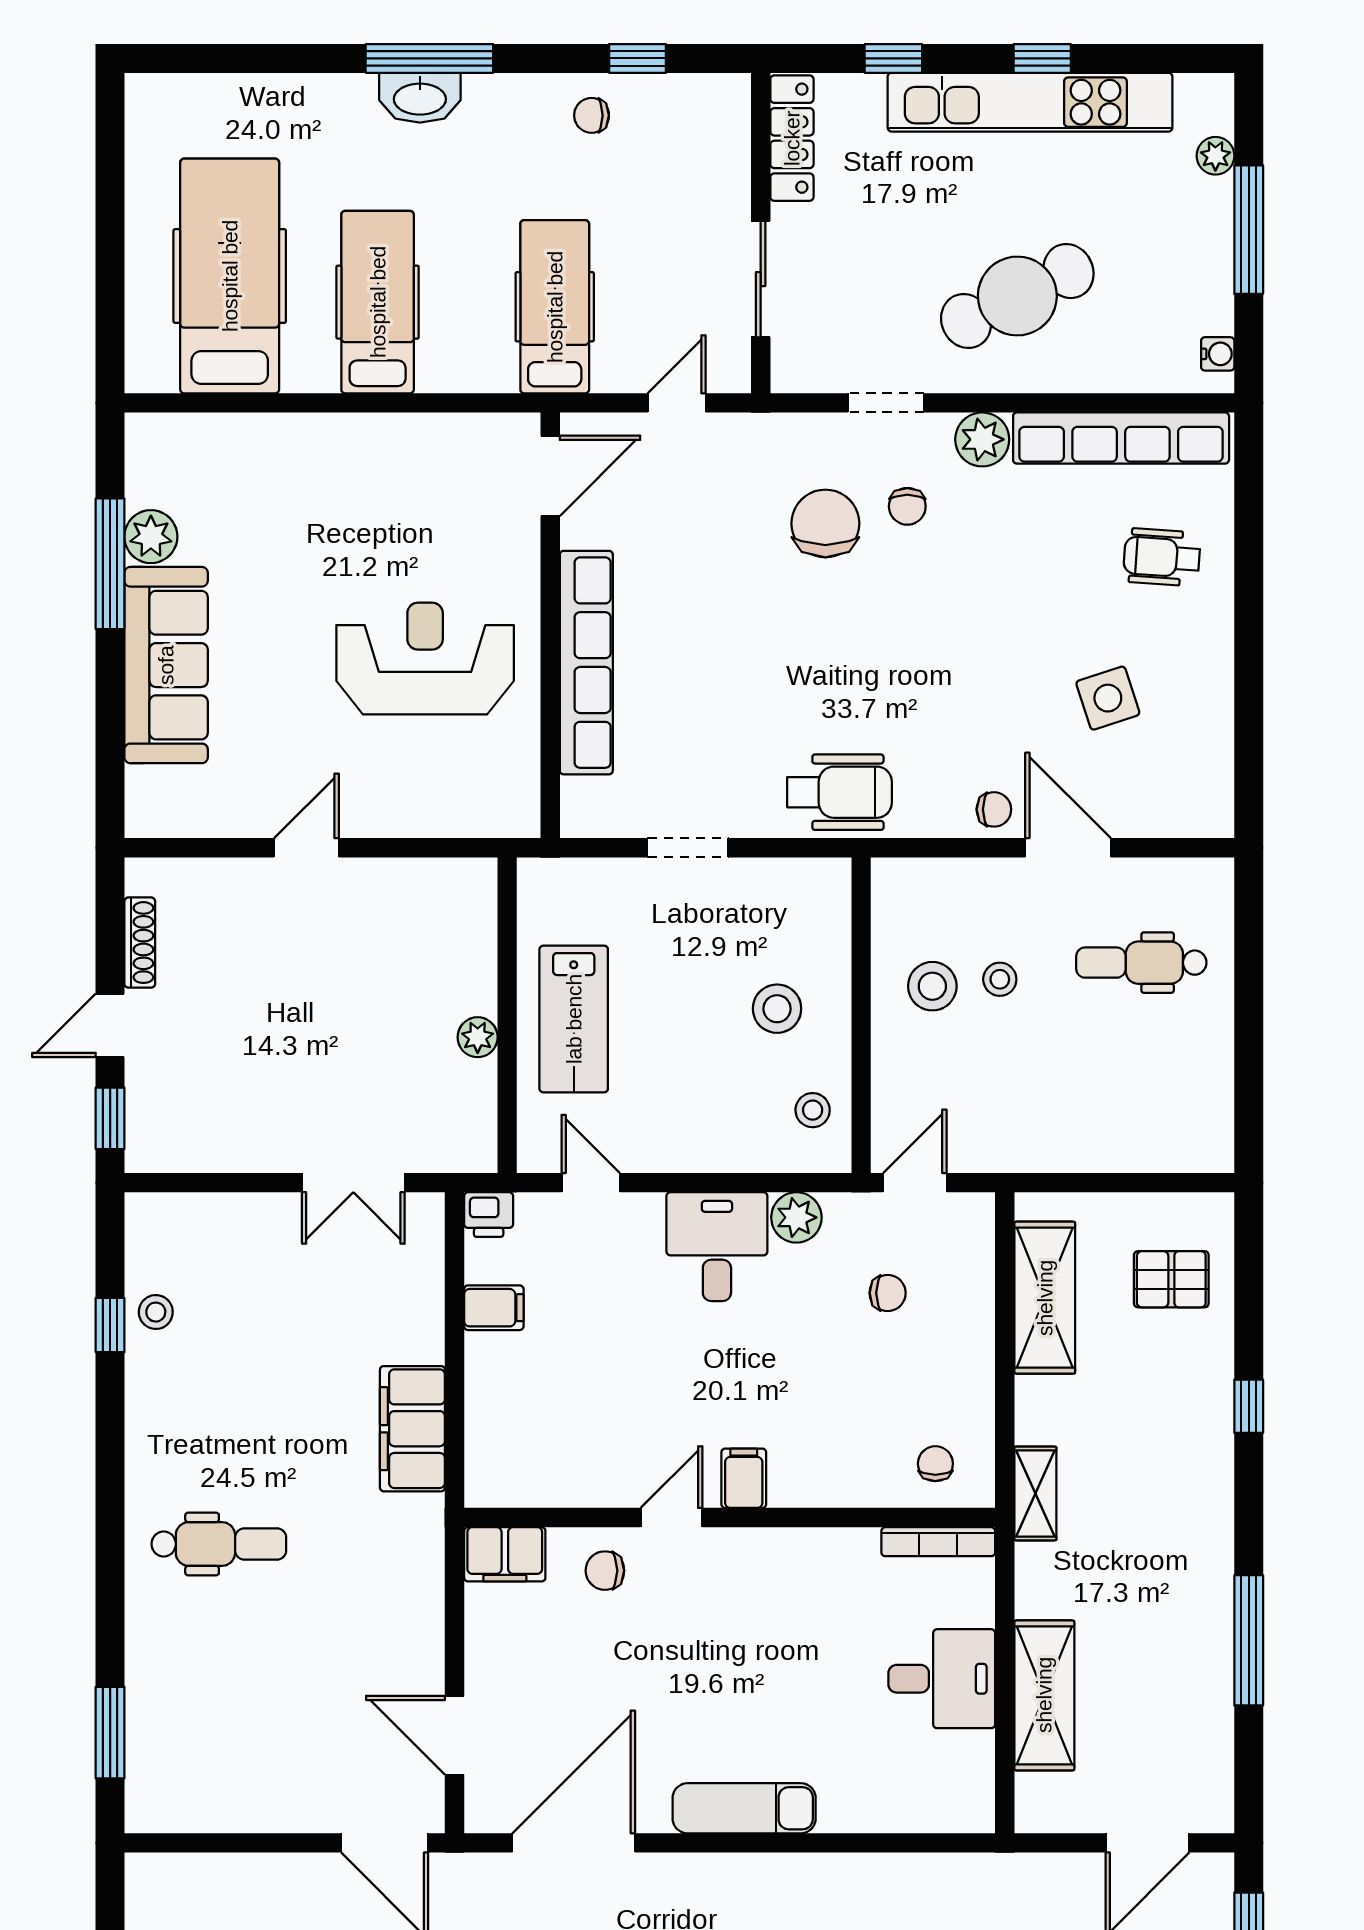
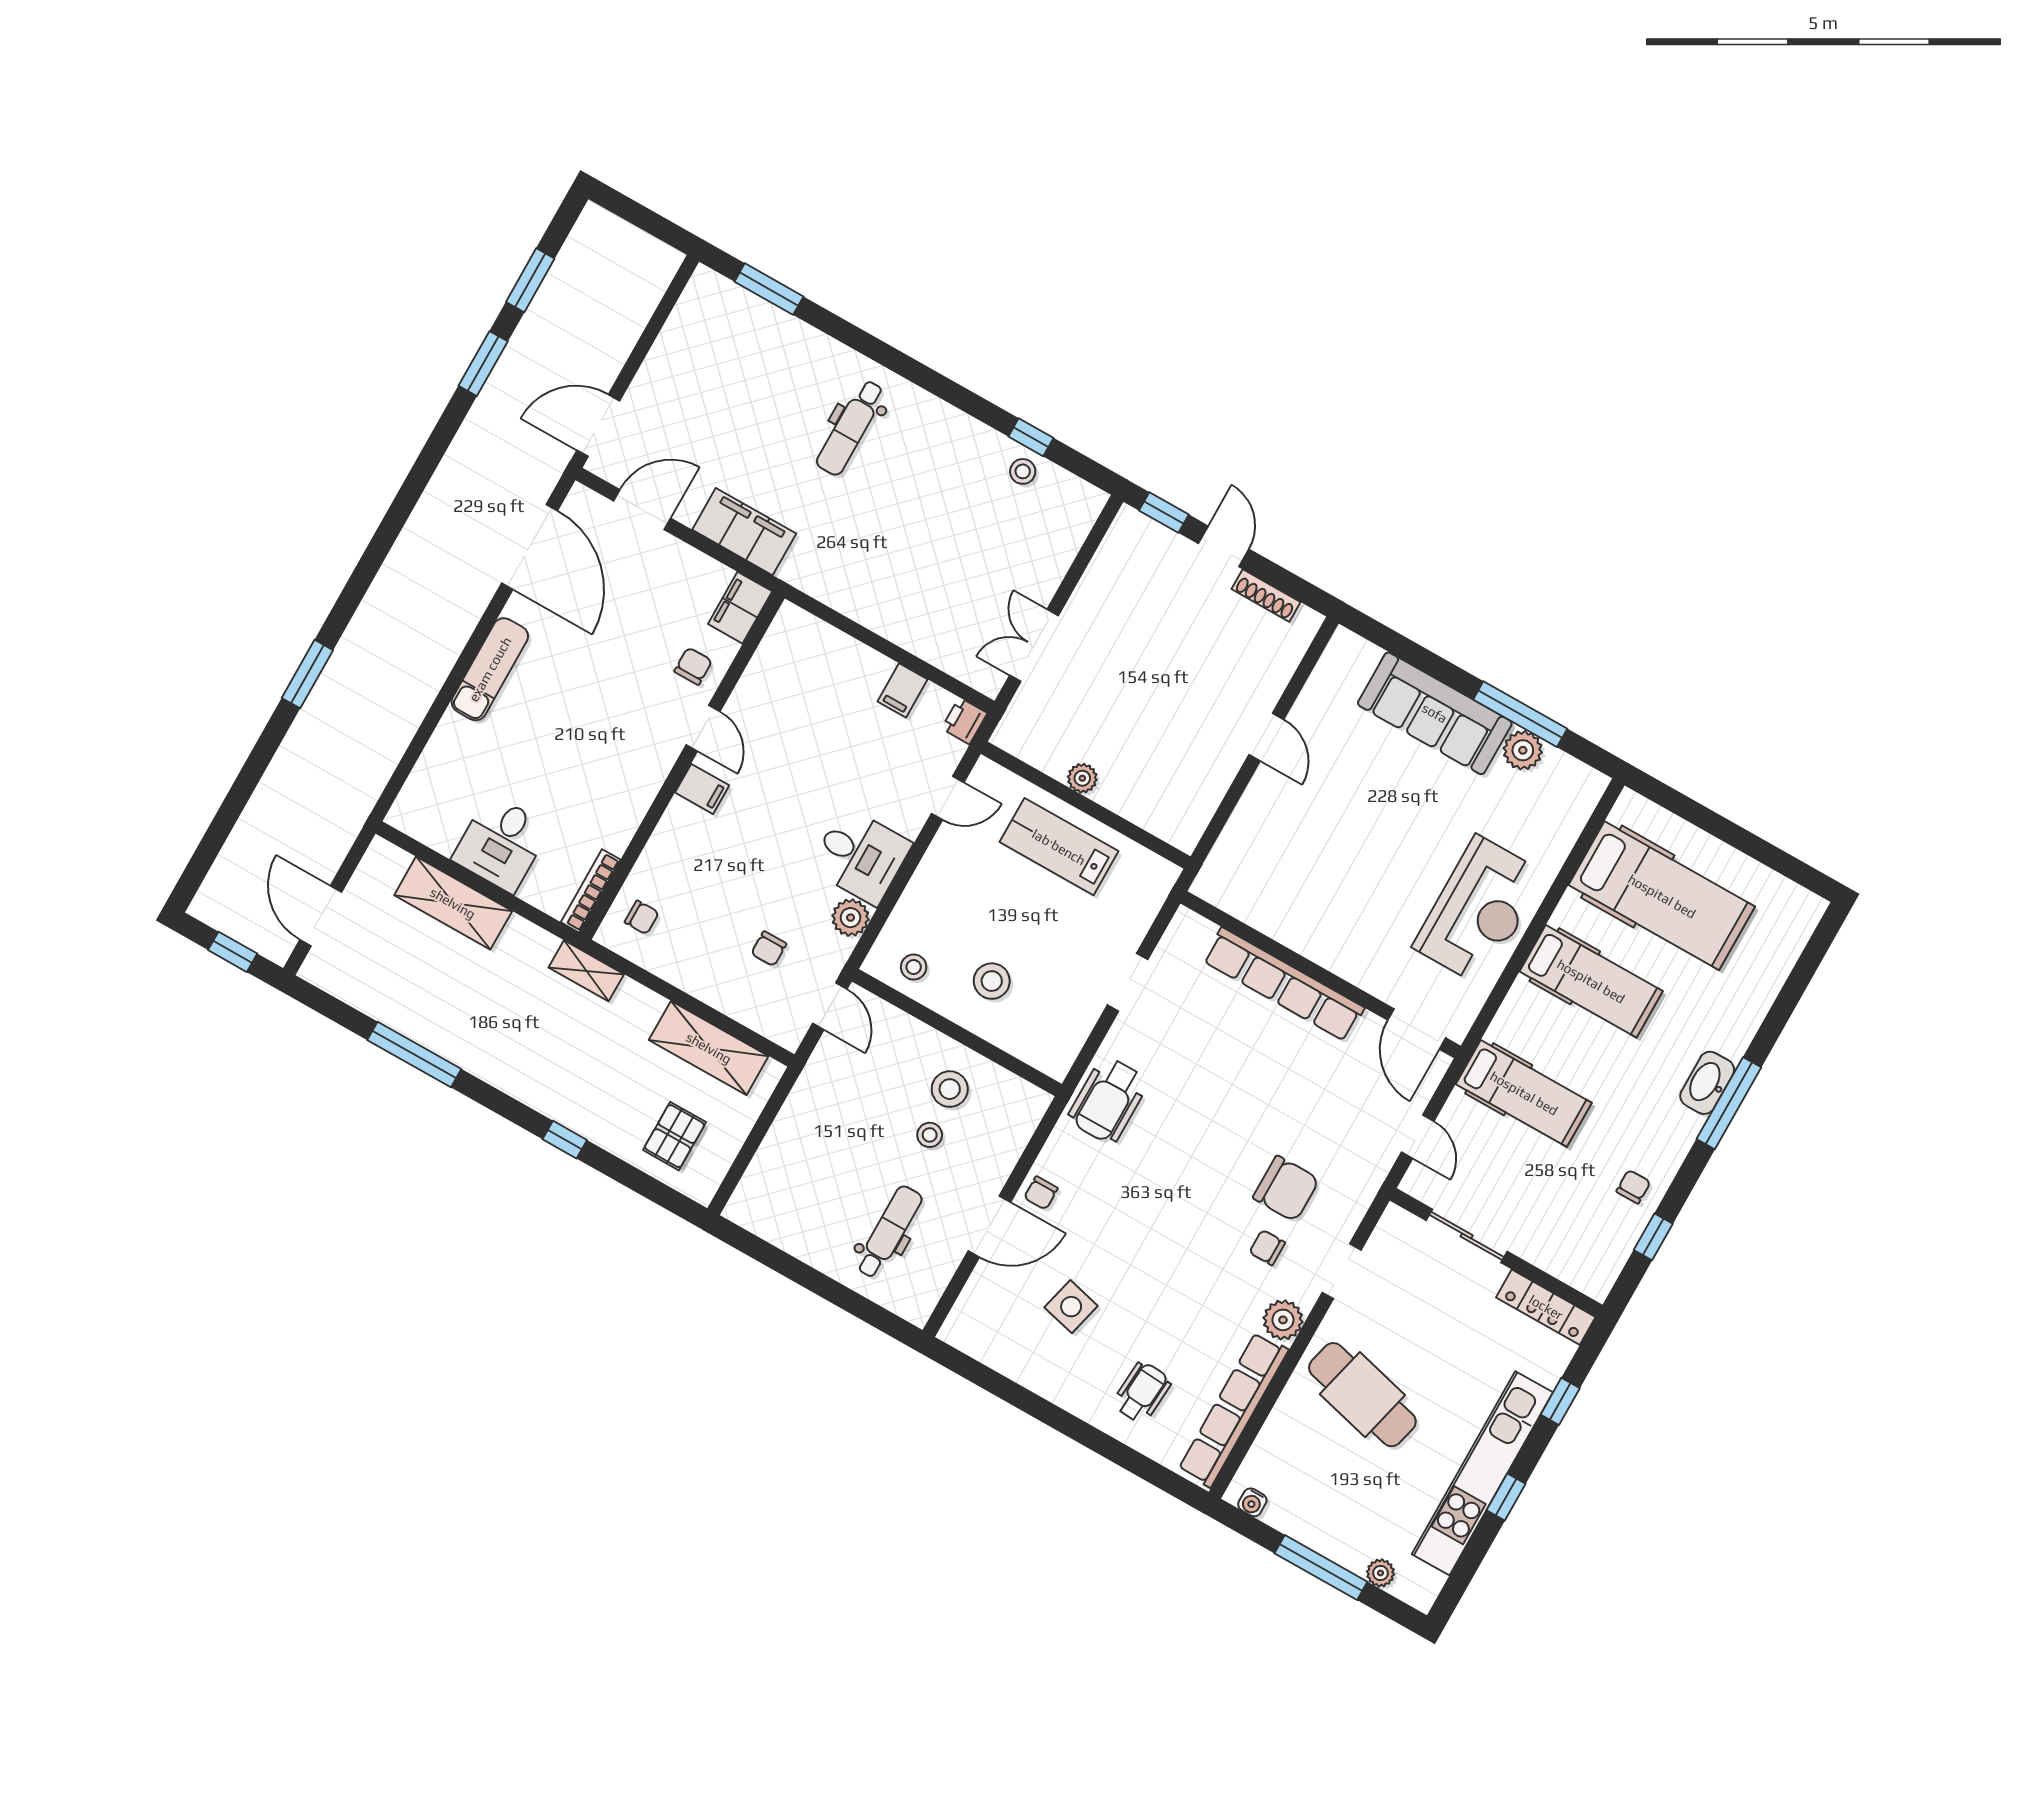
cafe table: (1017, 296) -> (1362, 1395), turned -50
reception desk: (425, 659) -> (1479, 910), moved
side table: (1108, 698) -> (1071, 1307), turned 32
filing cabinet: (412, 1429) -> (744, 532), moved

